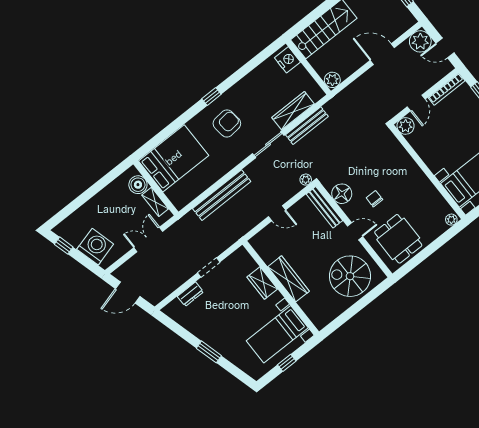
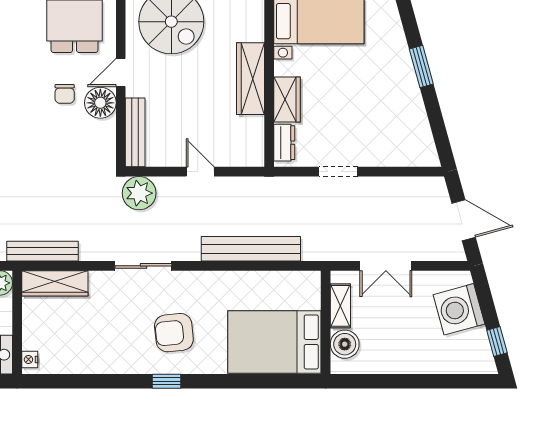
nightstand: (287, 60) -> (30, 359), width x0.53, depth x0.56
wardrobe: (293, 111) -> (55, 283), moved
bench: (307, 126) -> (43, 251), moved
plant: (306, 180) -> (139, 193), width x1.87, depth x1.87
floor lamp: (342, 194) -> (100, 103), moved
door: (355, 231) -> (121, 73), hinge flipped
dresser: (190, 294) -> (284, 143), moved, turned 90

